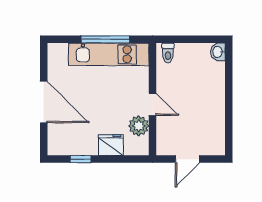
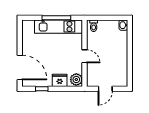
door: (44, 102) -> (20, 67), moved
plant: (139, 126) -> (76, 80), moved

